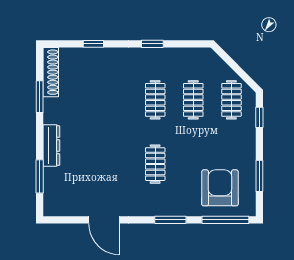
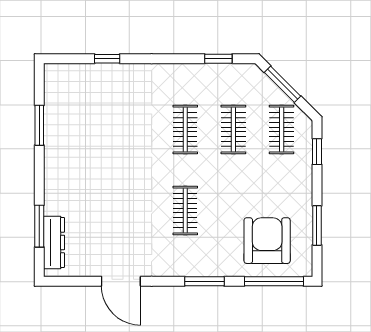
window: (152, 44) -> (218, 59), moved
window: (232, 64) -> (283, 84), added
shoe rack: (51, 72) -> (53, 94), removed
dresser: (51, 146) -> (54, 242), moved

